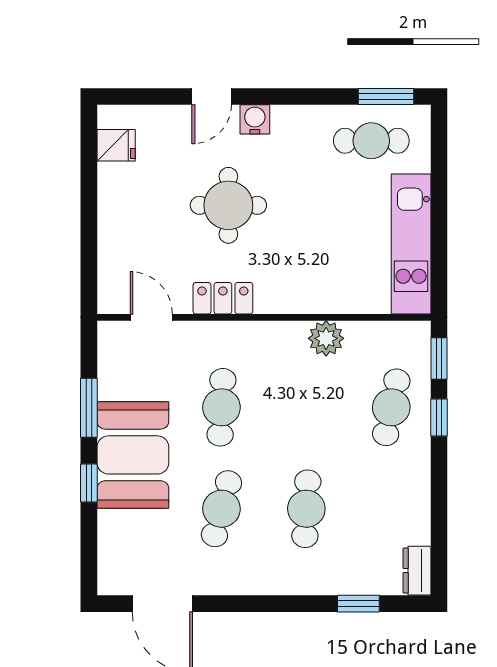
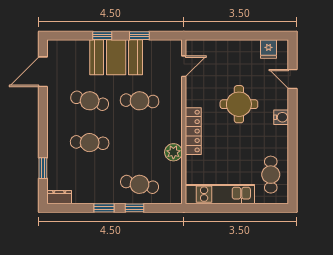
door: (212, 96) -> (293, 79), moved
window: (386, 96) -> (293, 182), removed
locker: (223, 298) -> (193, 131), moved, width x1.53
window: (439, 358) -> (104, 208), moved
window: (89, 408) -> (139, 36), width x0.67

